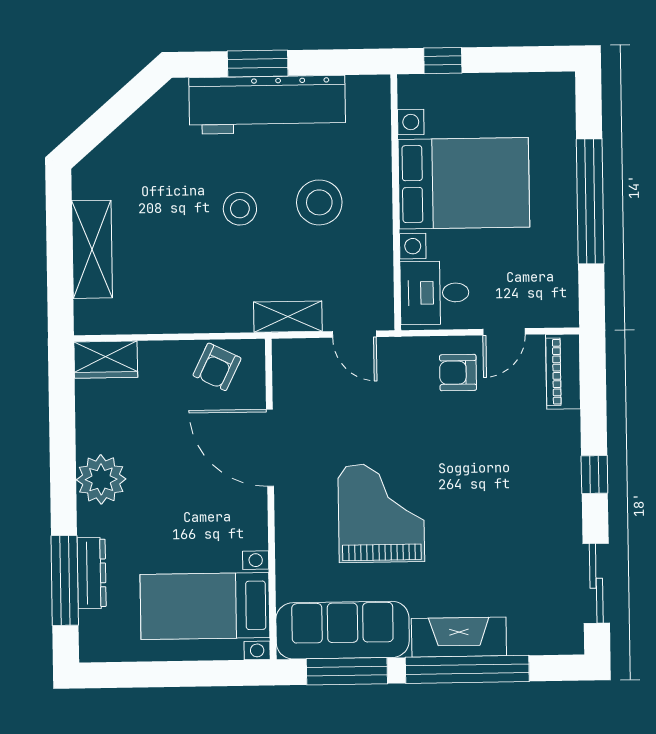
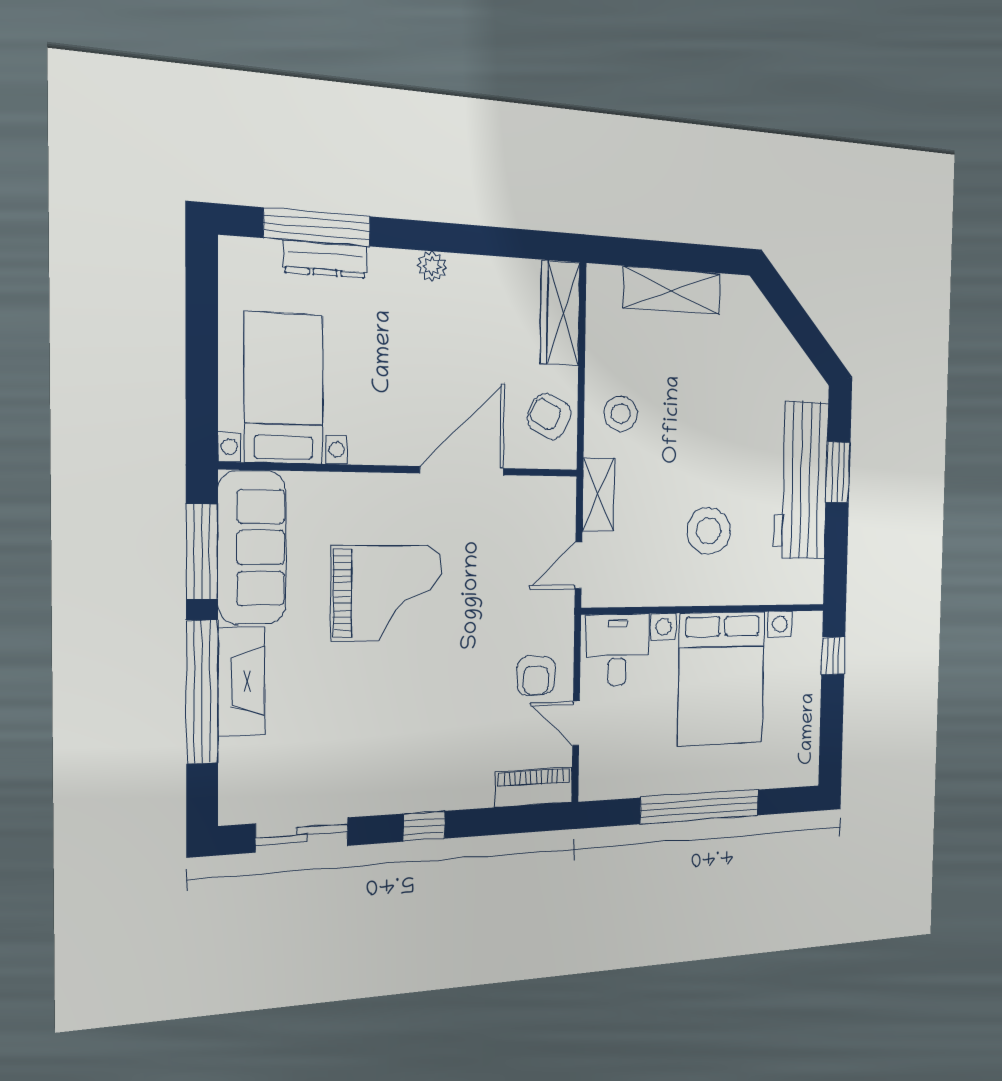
stool: (240, 209) -> (621, 414), moved
wardrobe: (106, 360) -> (560, 313), width x1.50
armchair: (458, 373) -> (536, 676), turned 180
plant: (101, 479) -> (432, 266), width x0.53, depth x0.53

